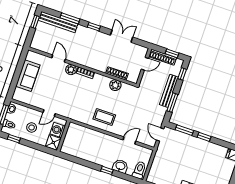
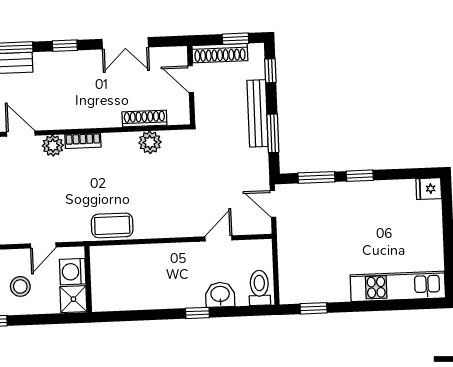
double door: (122, 36) -> (125, 43), swing flipped
door: (145, 64) -> (191, 79), swing flipped
coffee table: (104, 117) -> (112, 225), moved

